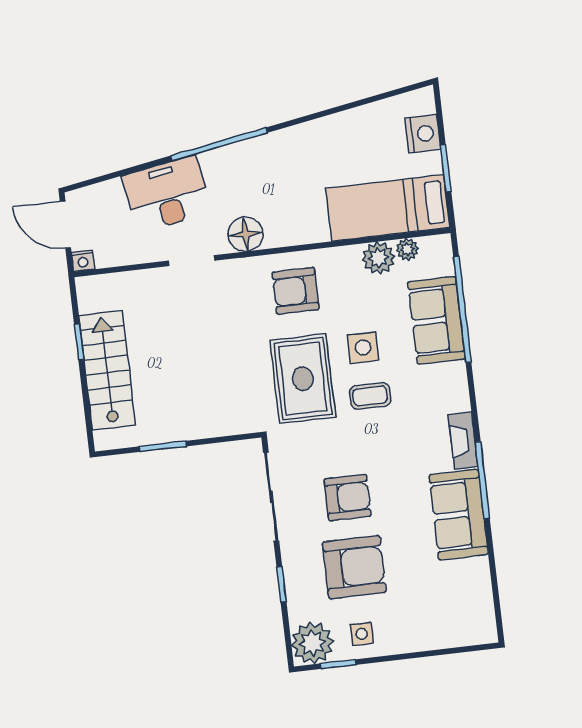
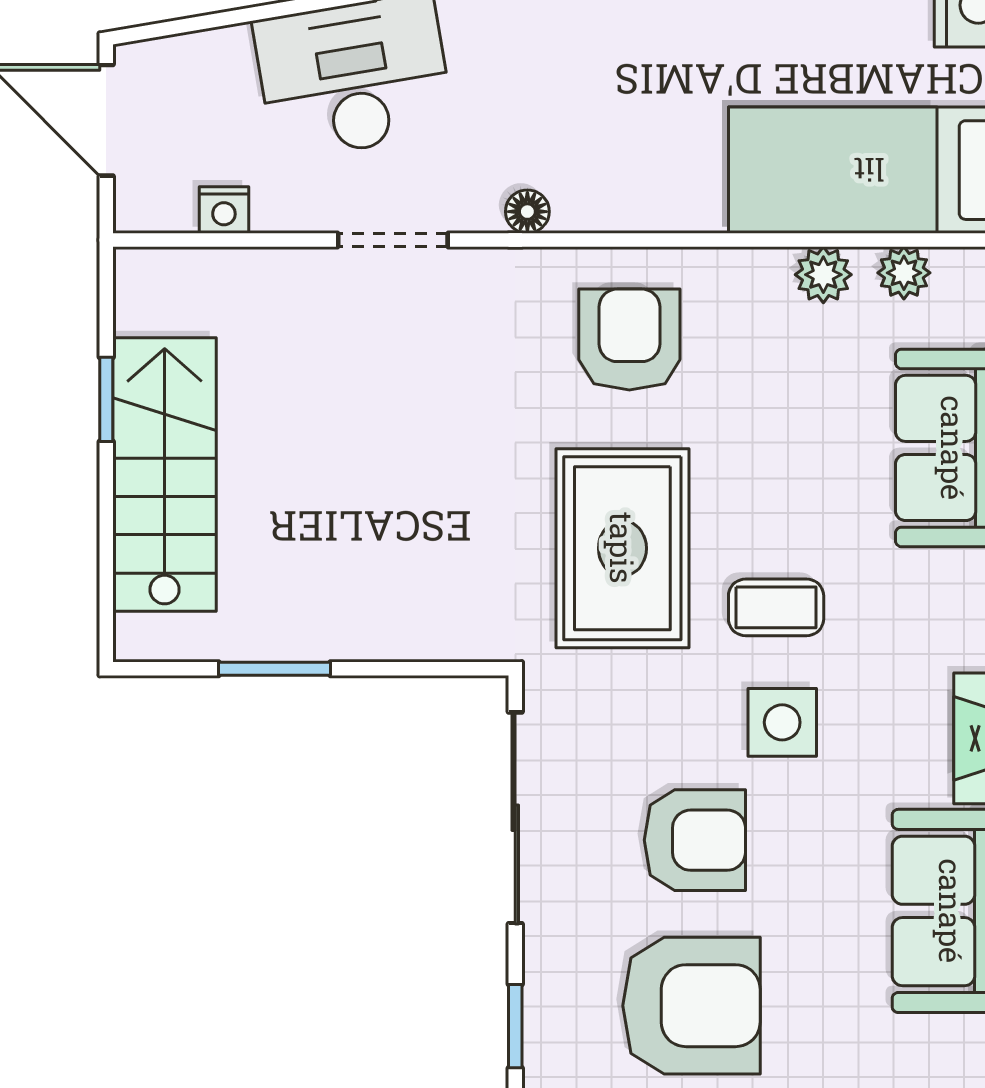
floor lamp: (245, 234) -> (527, 212), width x0.53, depth x0.53
plant: (379, 258) -> (823, 275), width x0.73, depth x0.73
nightstand: (83, 261) -> (224, 210), moved
armchair: (296, 291) -> (629, 339), turned 90
side table: (363, 348) -> (782, 722), moved

